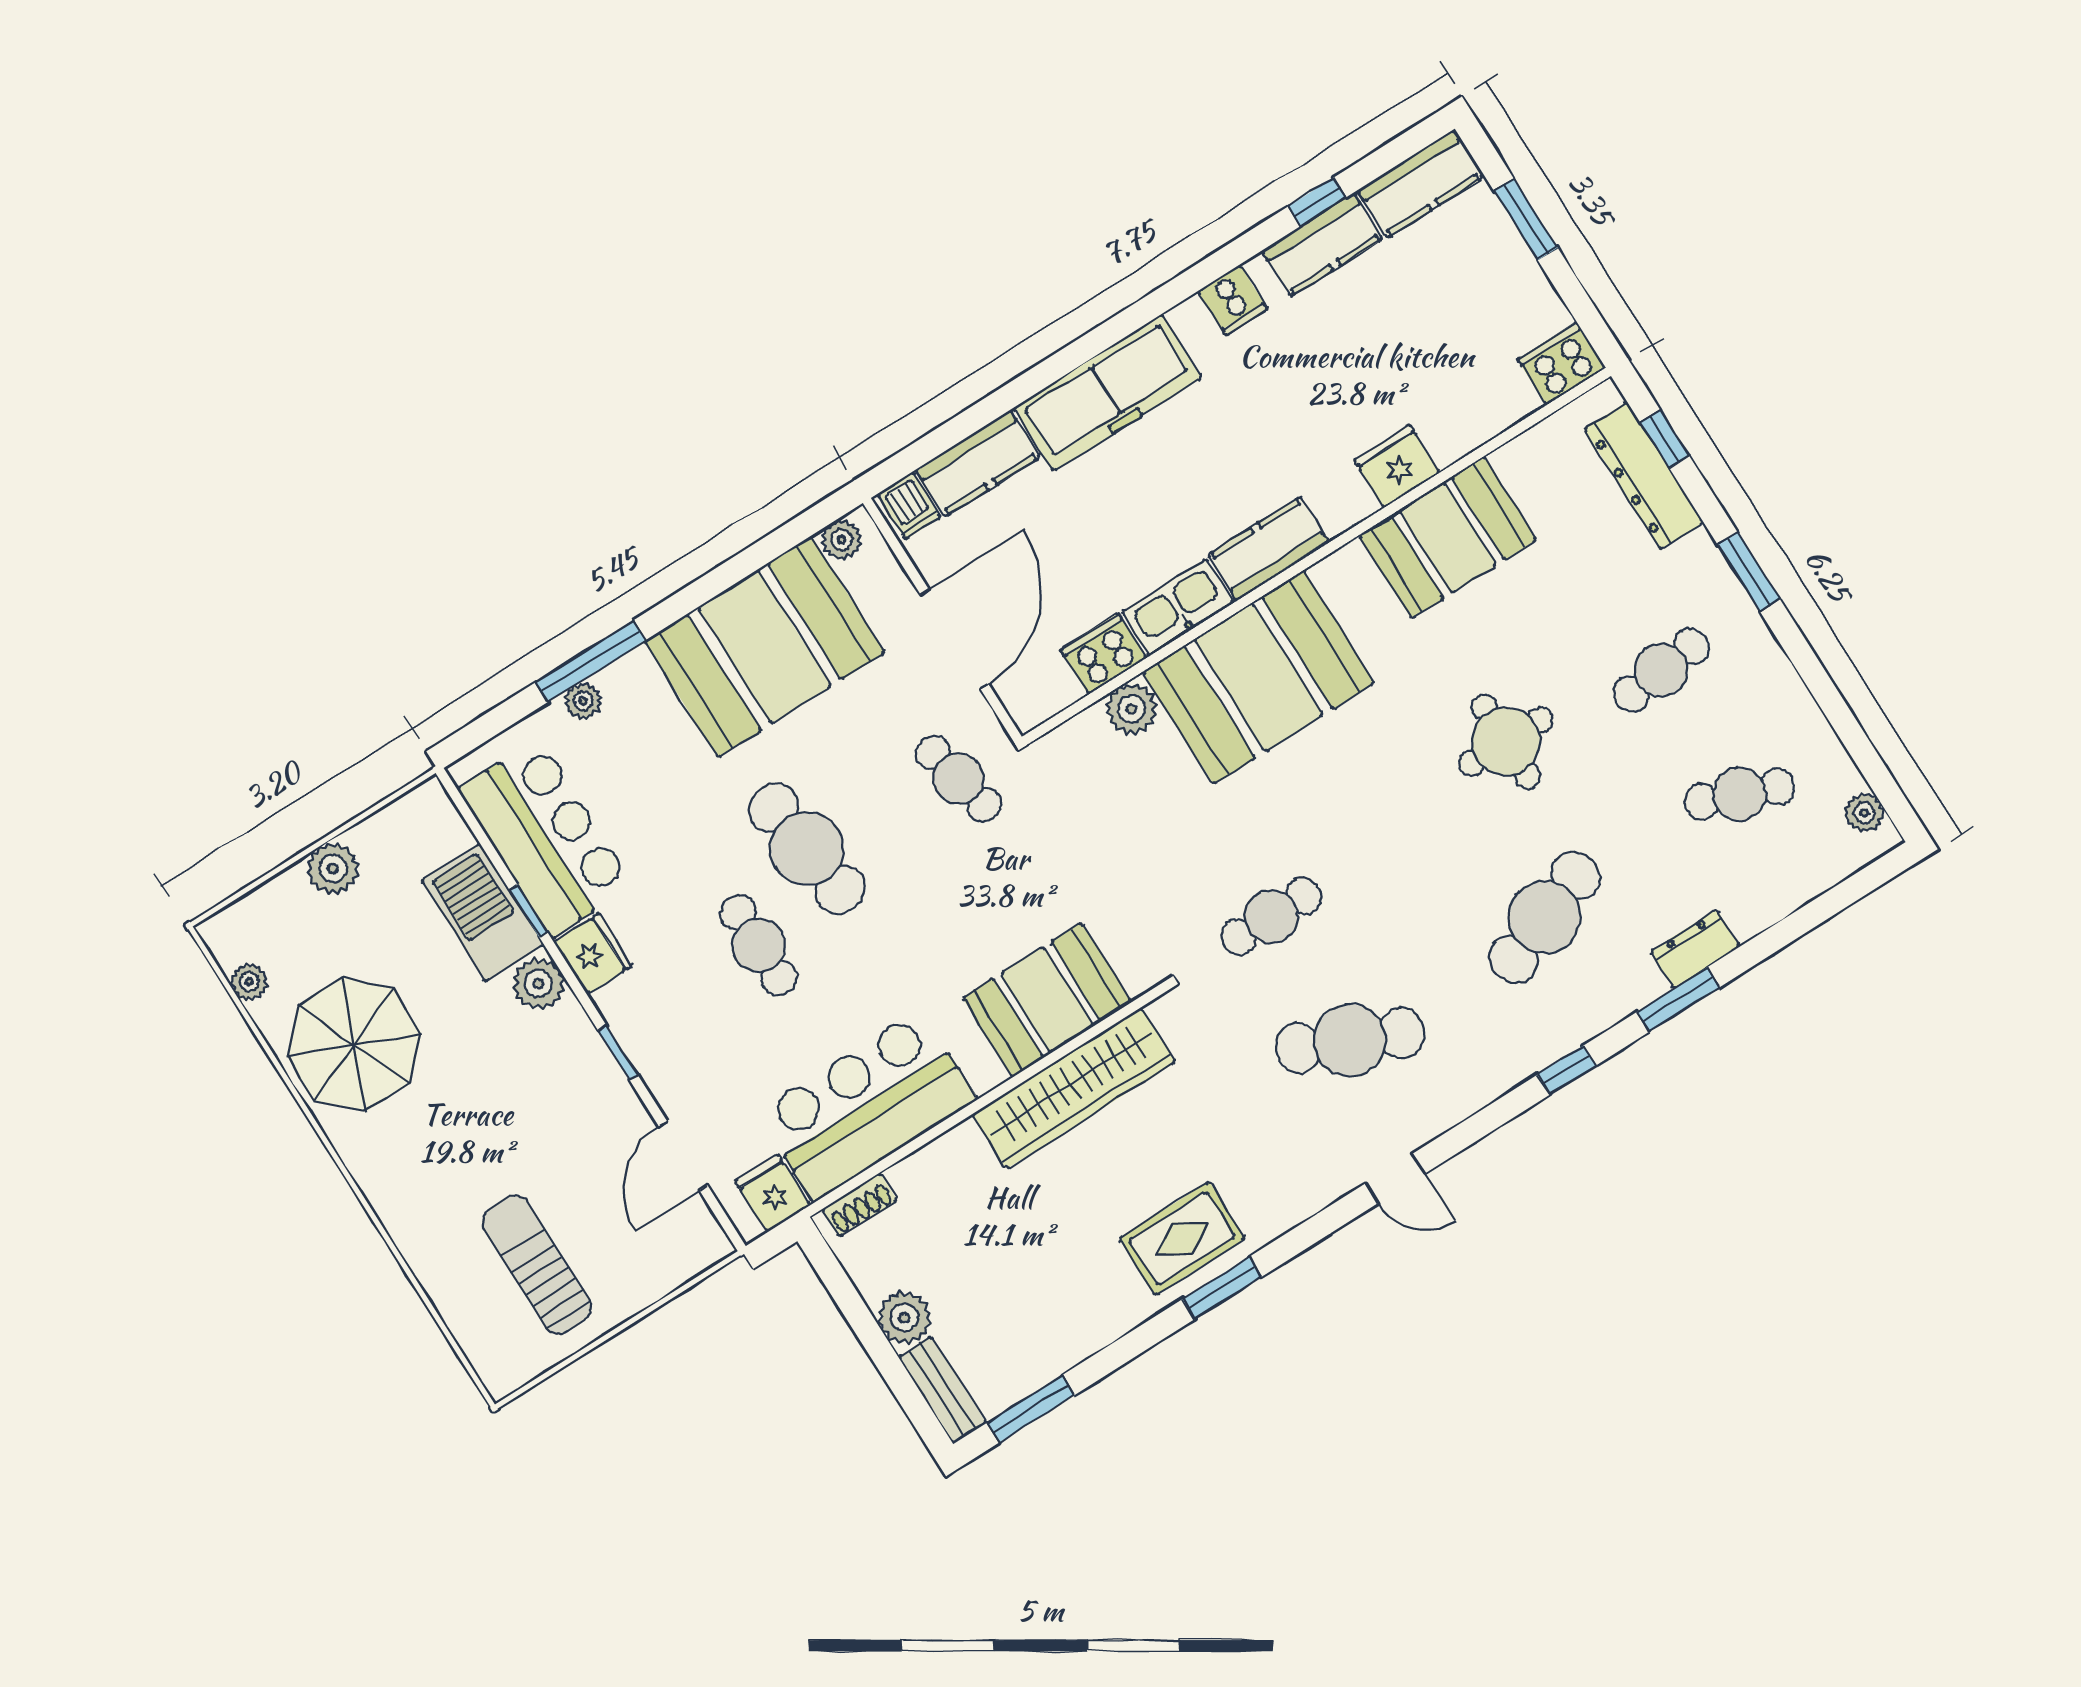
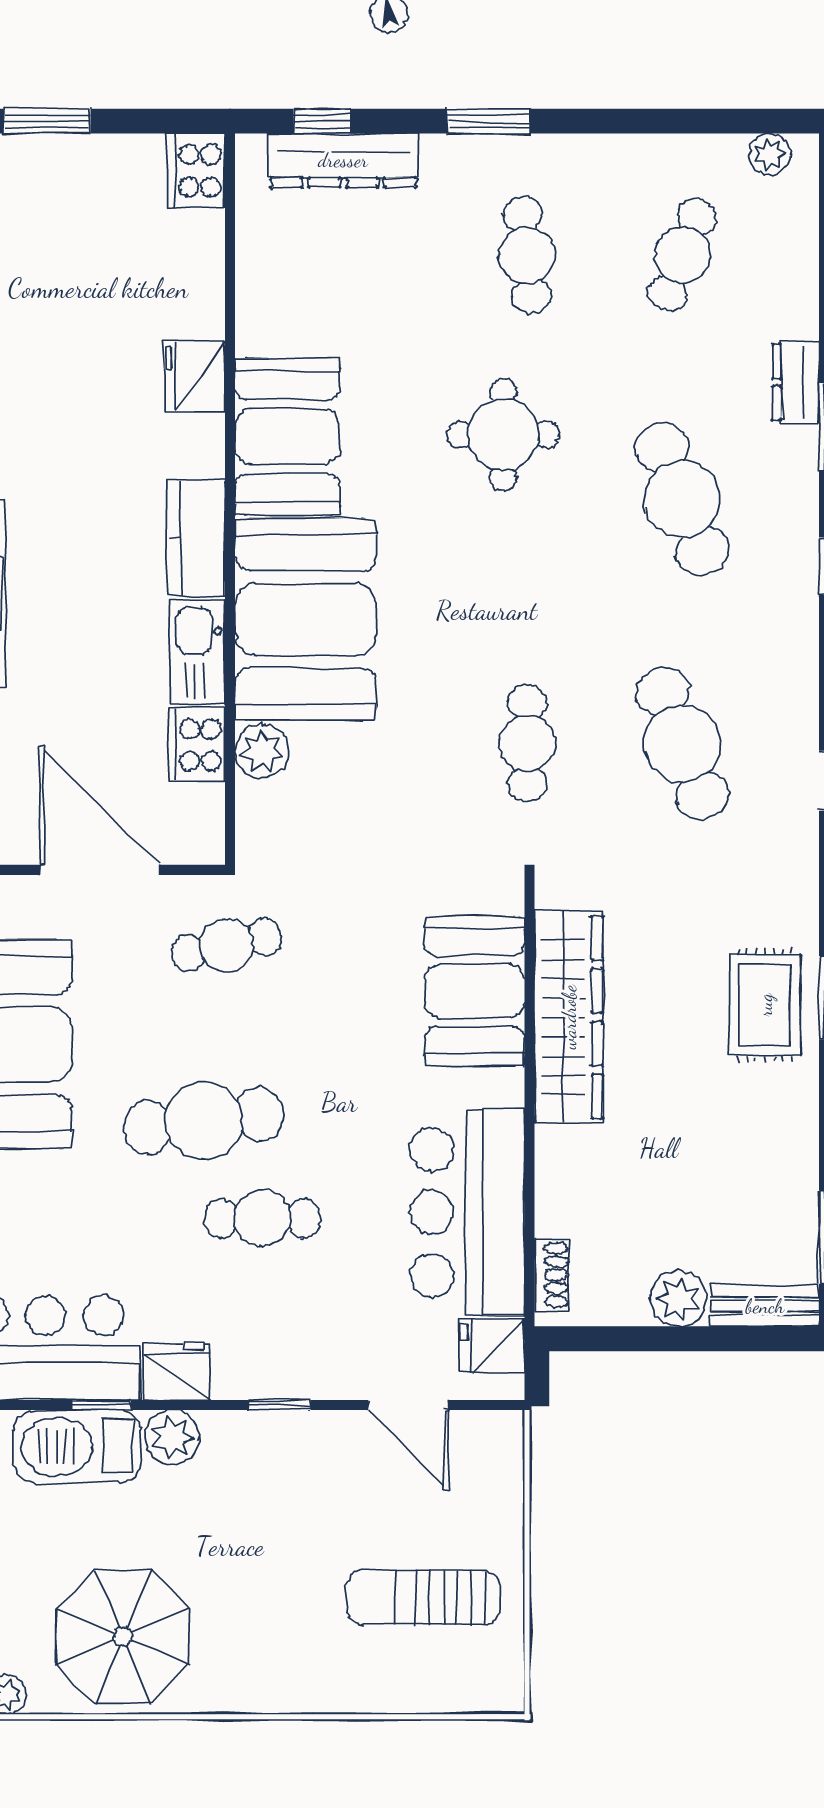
booth: (1448, 537) -> (287, 437), moved
cafe table: (1350, 1041) -> (682, 743), turned -45

